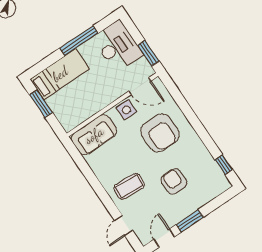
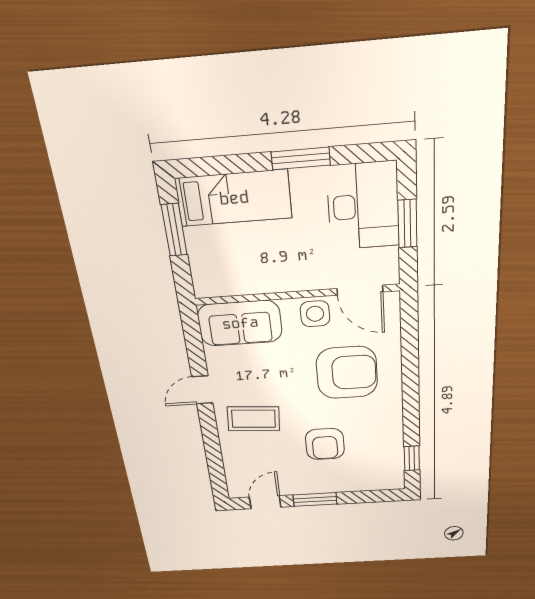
window: (79, 41) -> (301, 159), width x0.69
window: (148, 53) -> (407, 224), moved
armchair: (160, 133) -> (347, 373), turned -90
armchair: (174, 181) -> (325, 444), turned 180
door: (124, 226) -> (202, 390), moved

